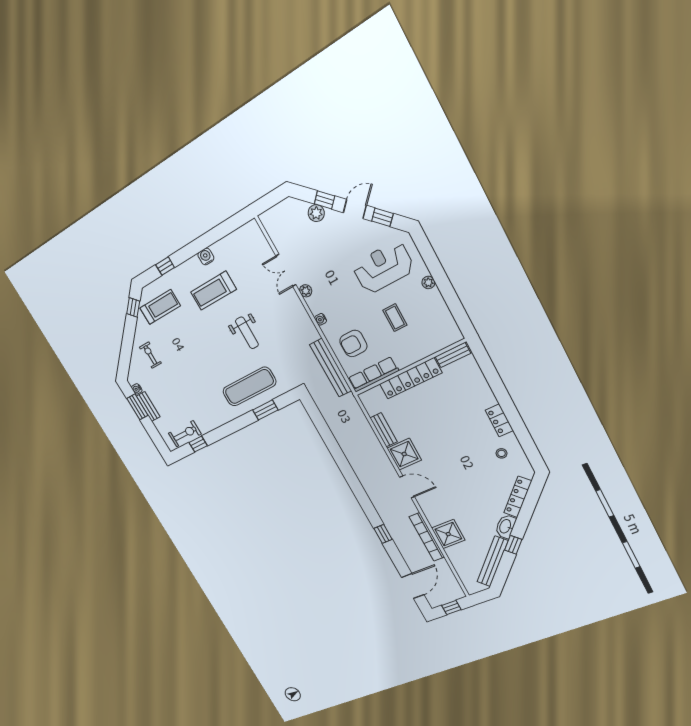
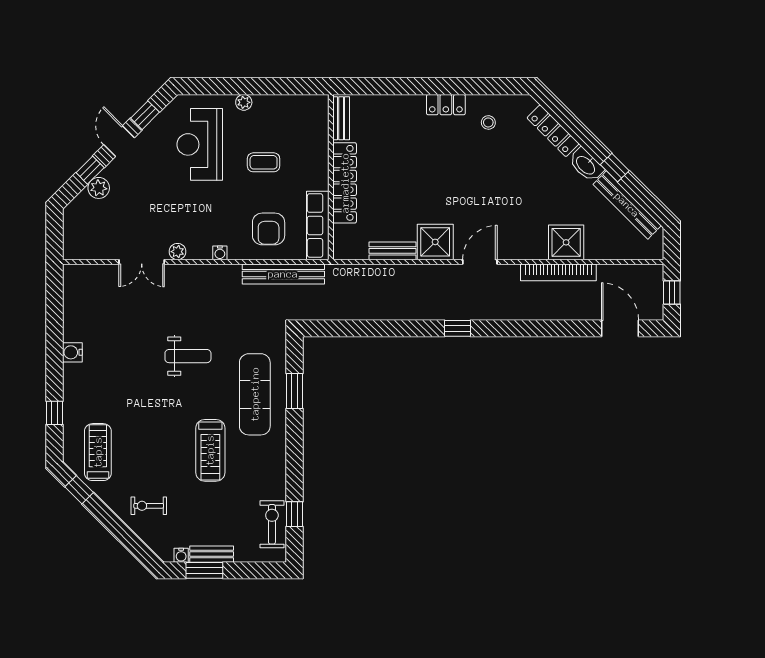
treadmill: (213, 291) -> (210, 450), moved
window: (383, 534) -> (458, 328), moved

